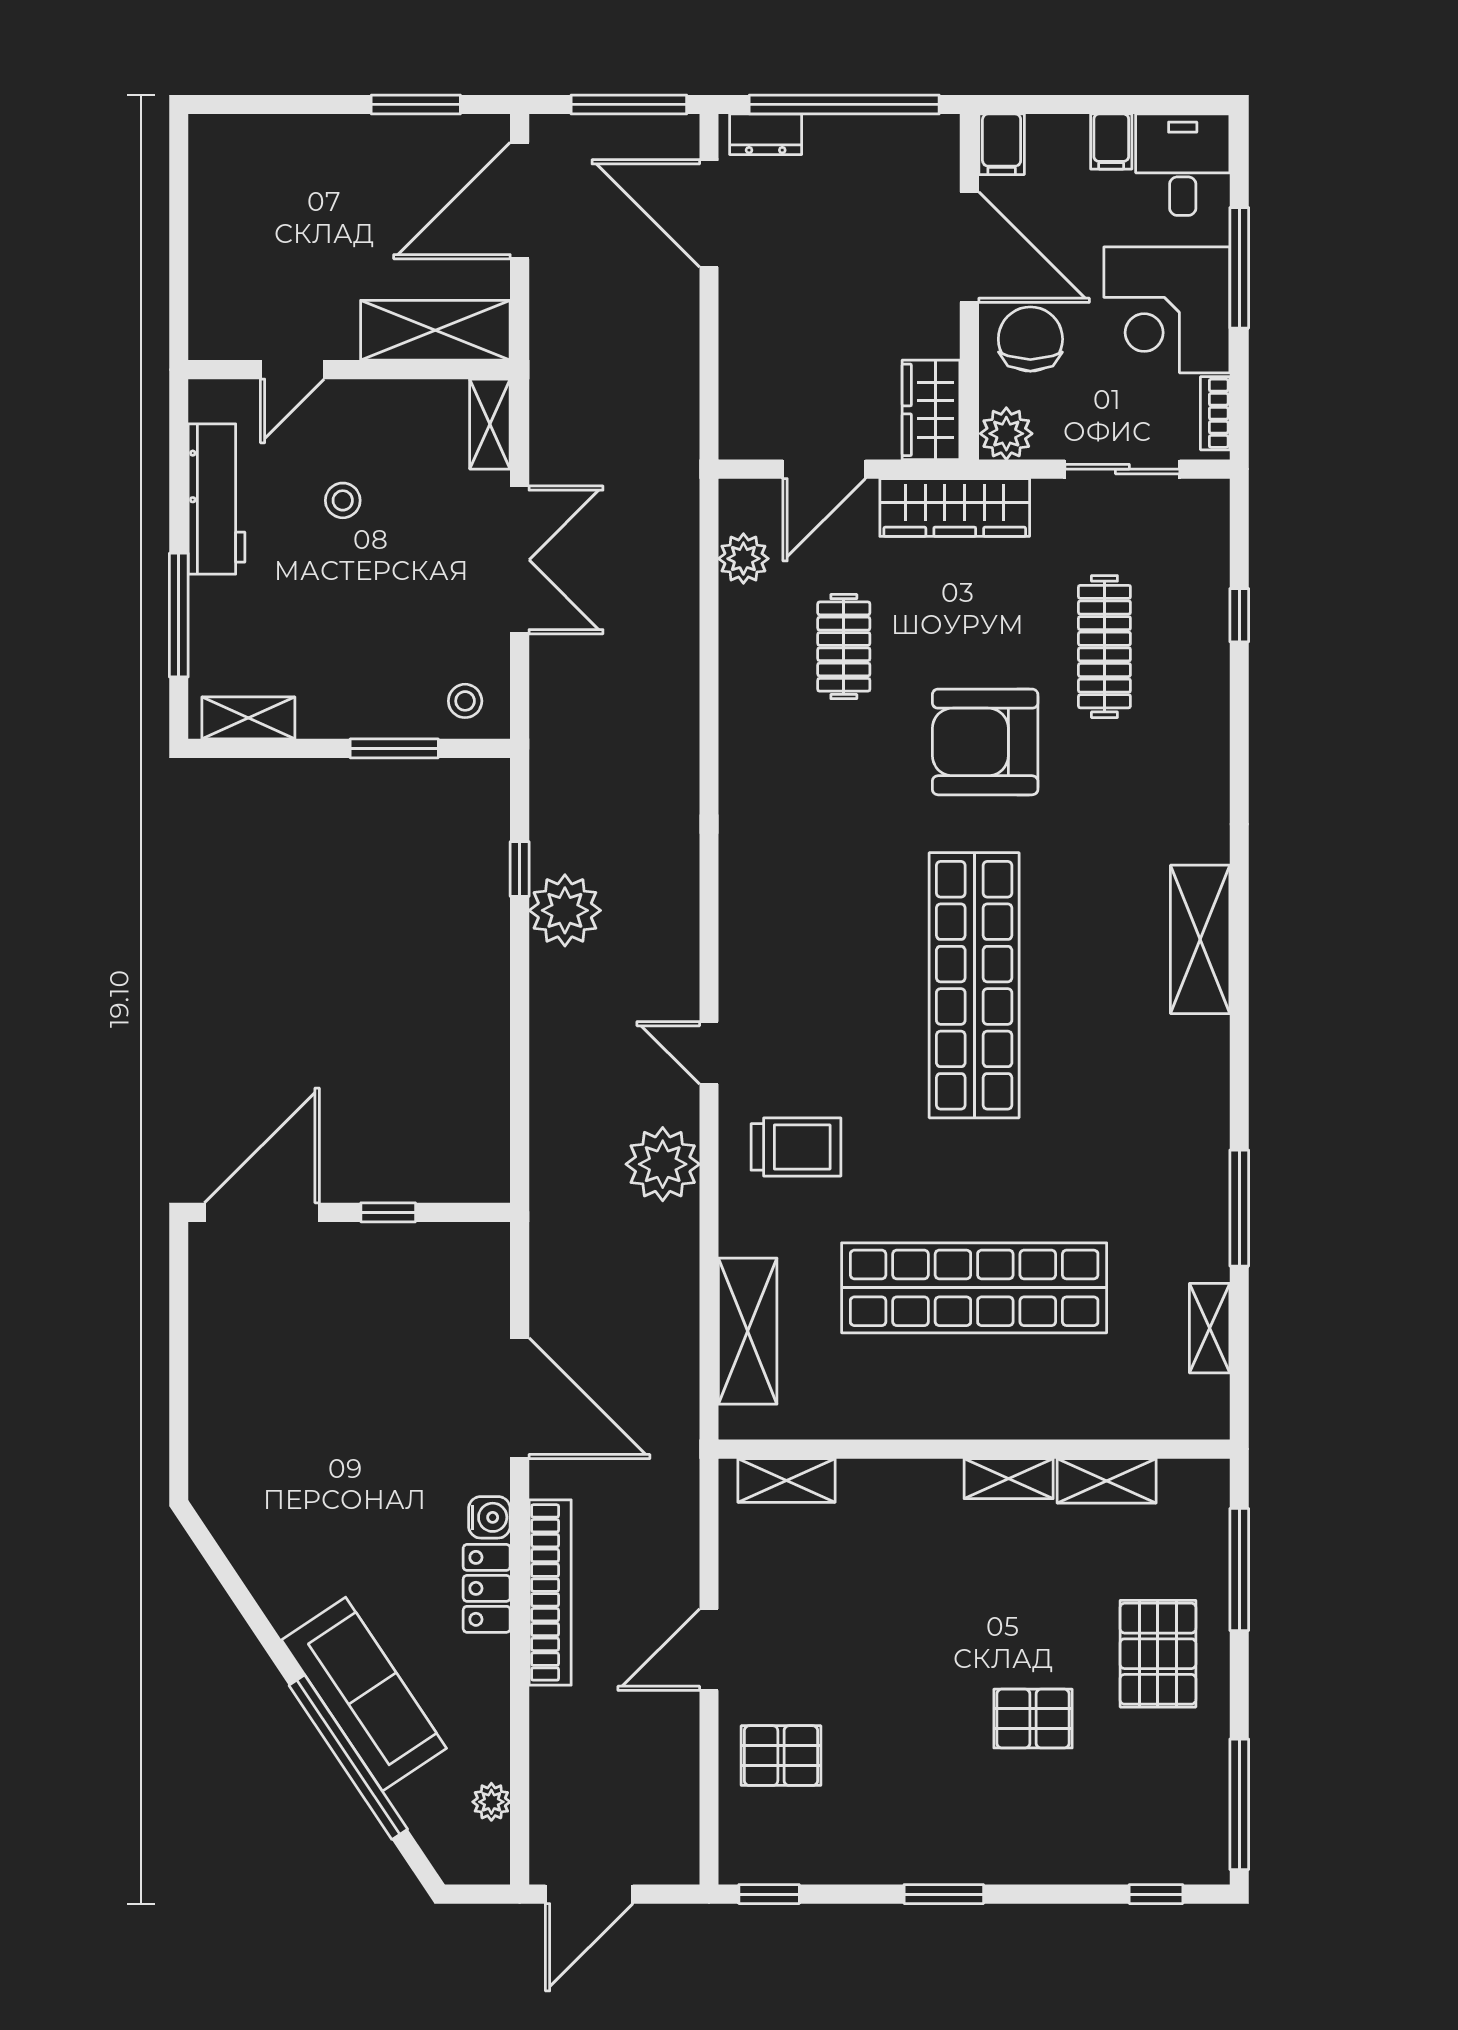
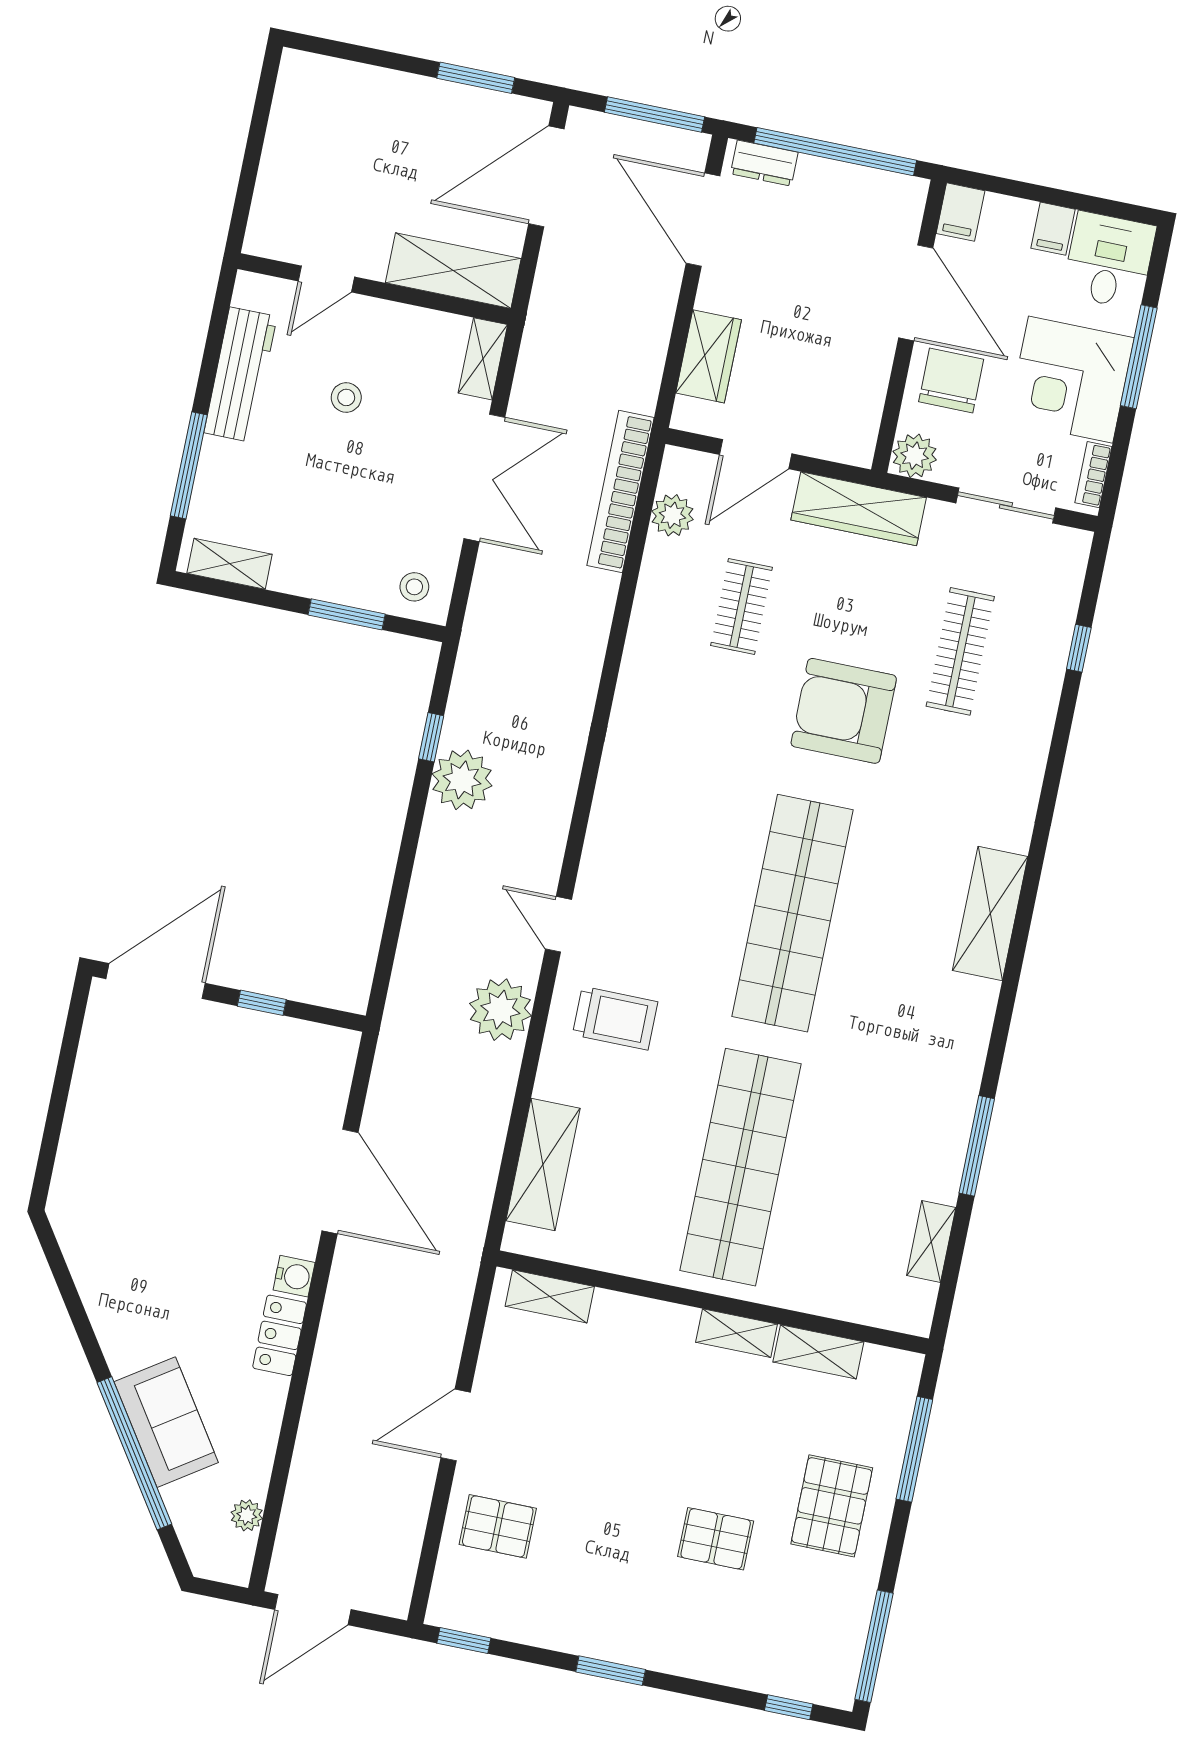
wardrobe: (931, 410) -> (709, 356), moved, turned 180
shop shelf: (974, 1288) -> (740, 1167), turned 90
bookcase: (550, 1592) -> (621, 491), moved, turned 180
sofa: (364, 1694) -> (166, 1422), width x0.73

